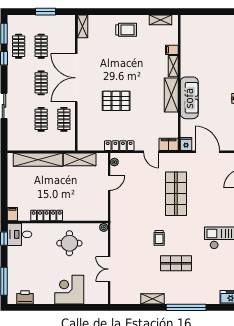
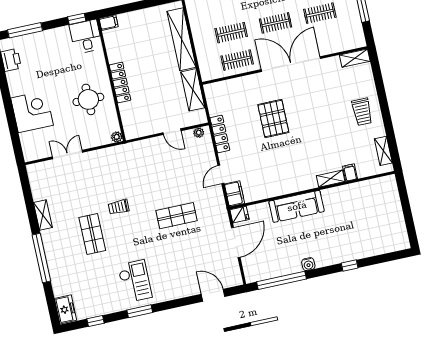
shelving: (171, 95) -> (295, 184), removed
shop shelf: (176, 194) -> (177, 216), width x0.70, depth x0.74
locker: (47, 215) -> (120, 83), moved

